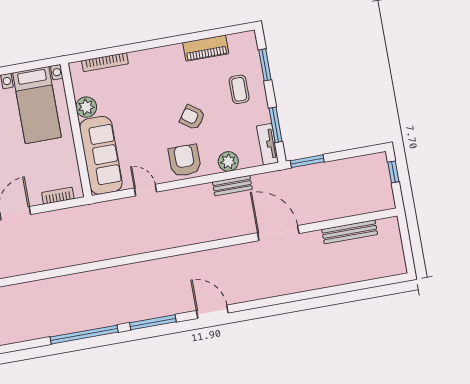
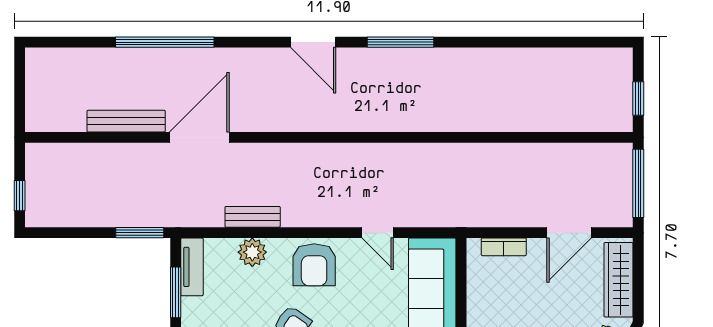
bench: (350, 232) -> (126, 121), moved
door: (278, 233) -> (199, 137), swing flipped
window: (84, 335) -> (165, 42), moved

